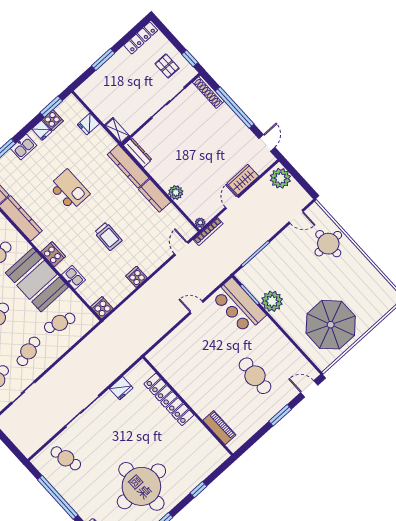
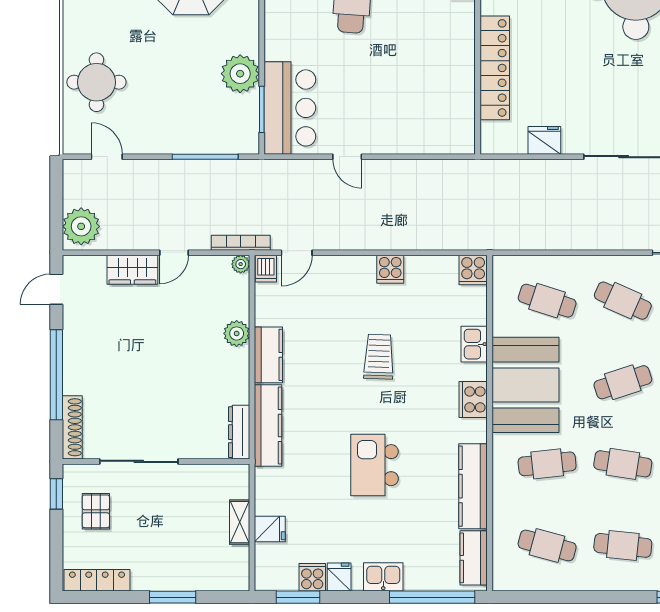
shelving: (117, 130) -> (240, 522), moved
dishwasher: (188, 230) -> (266, 269), added
cafe table: (28, 351) -> (623, 301), turned 39

